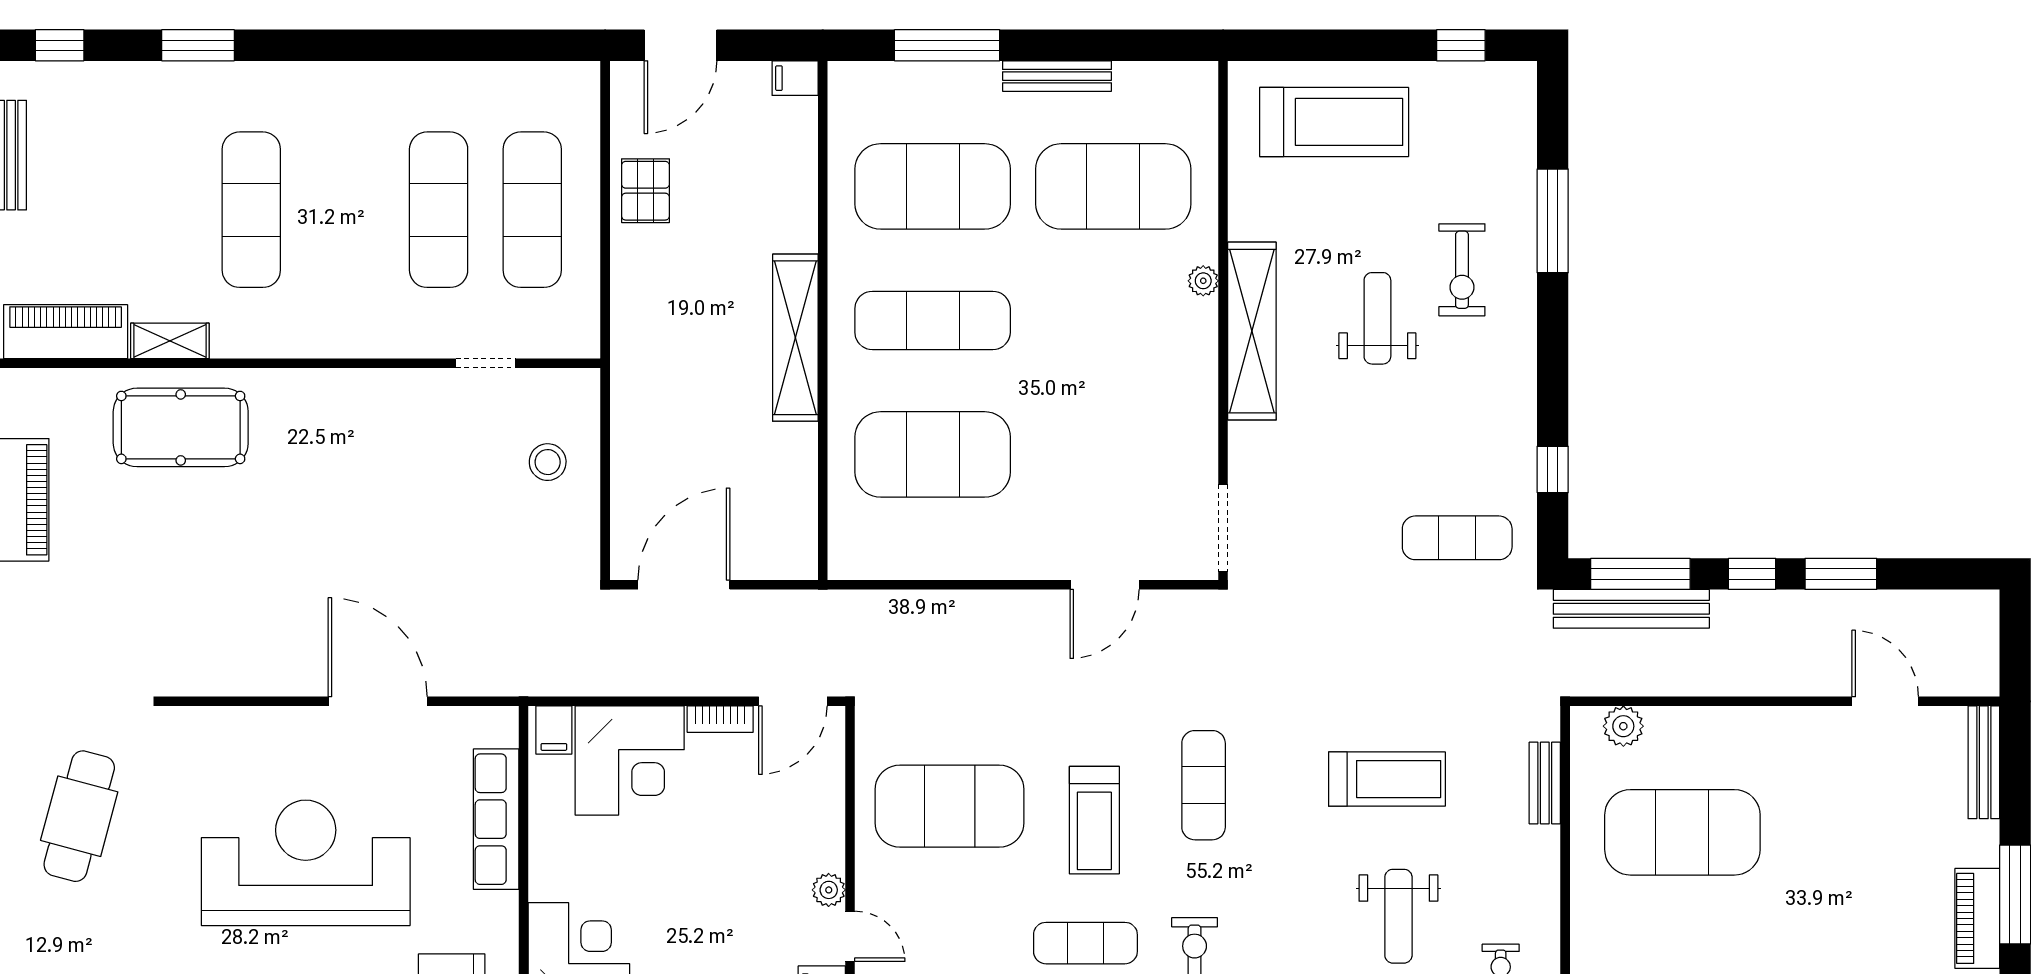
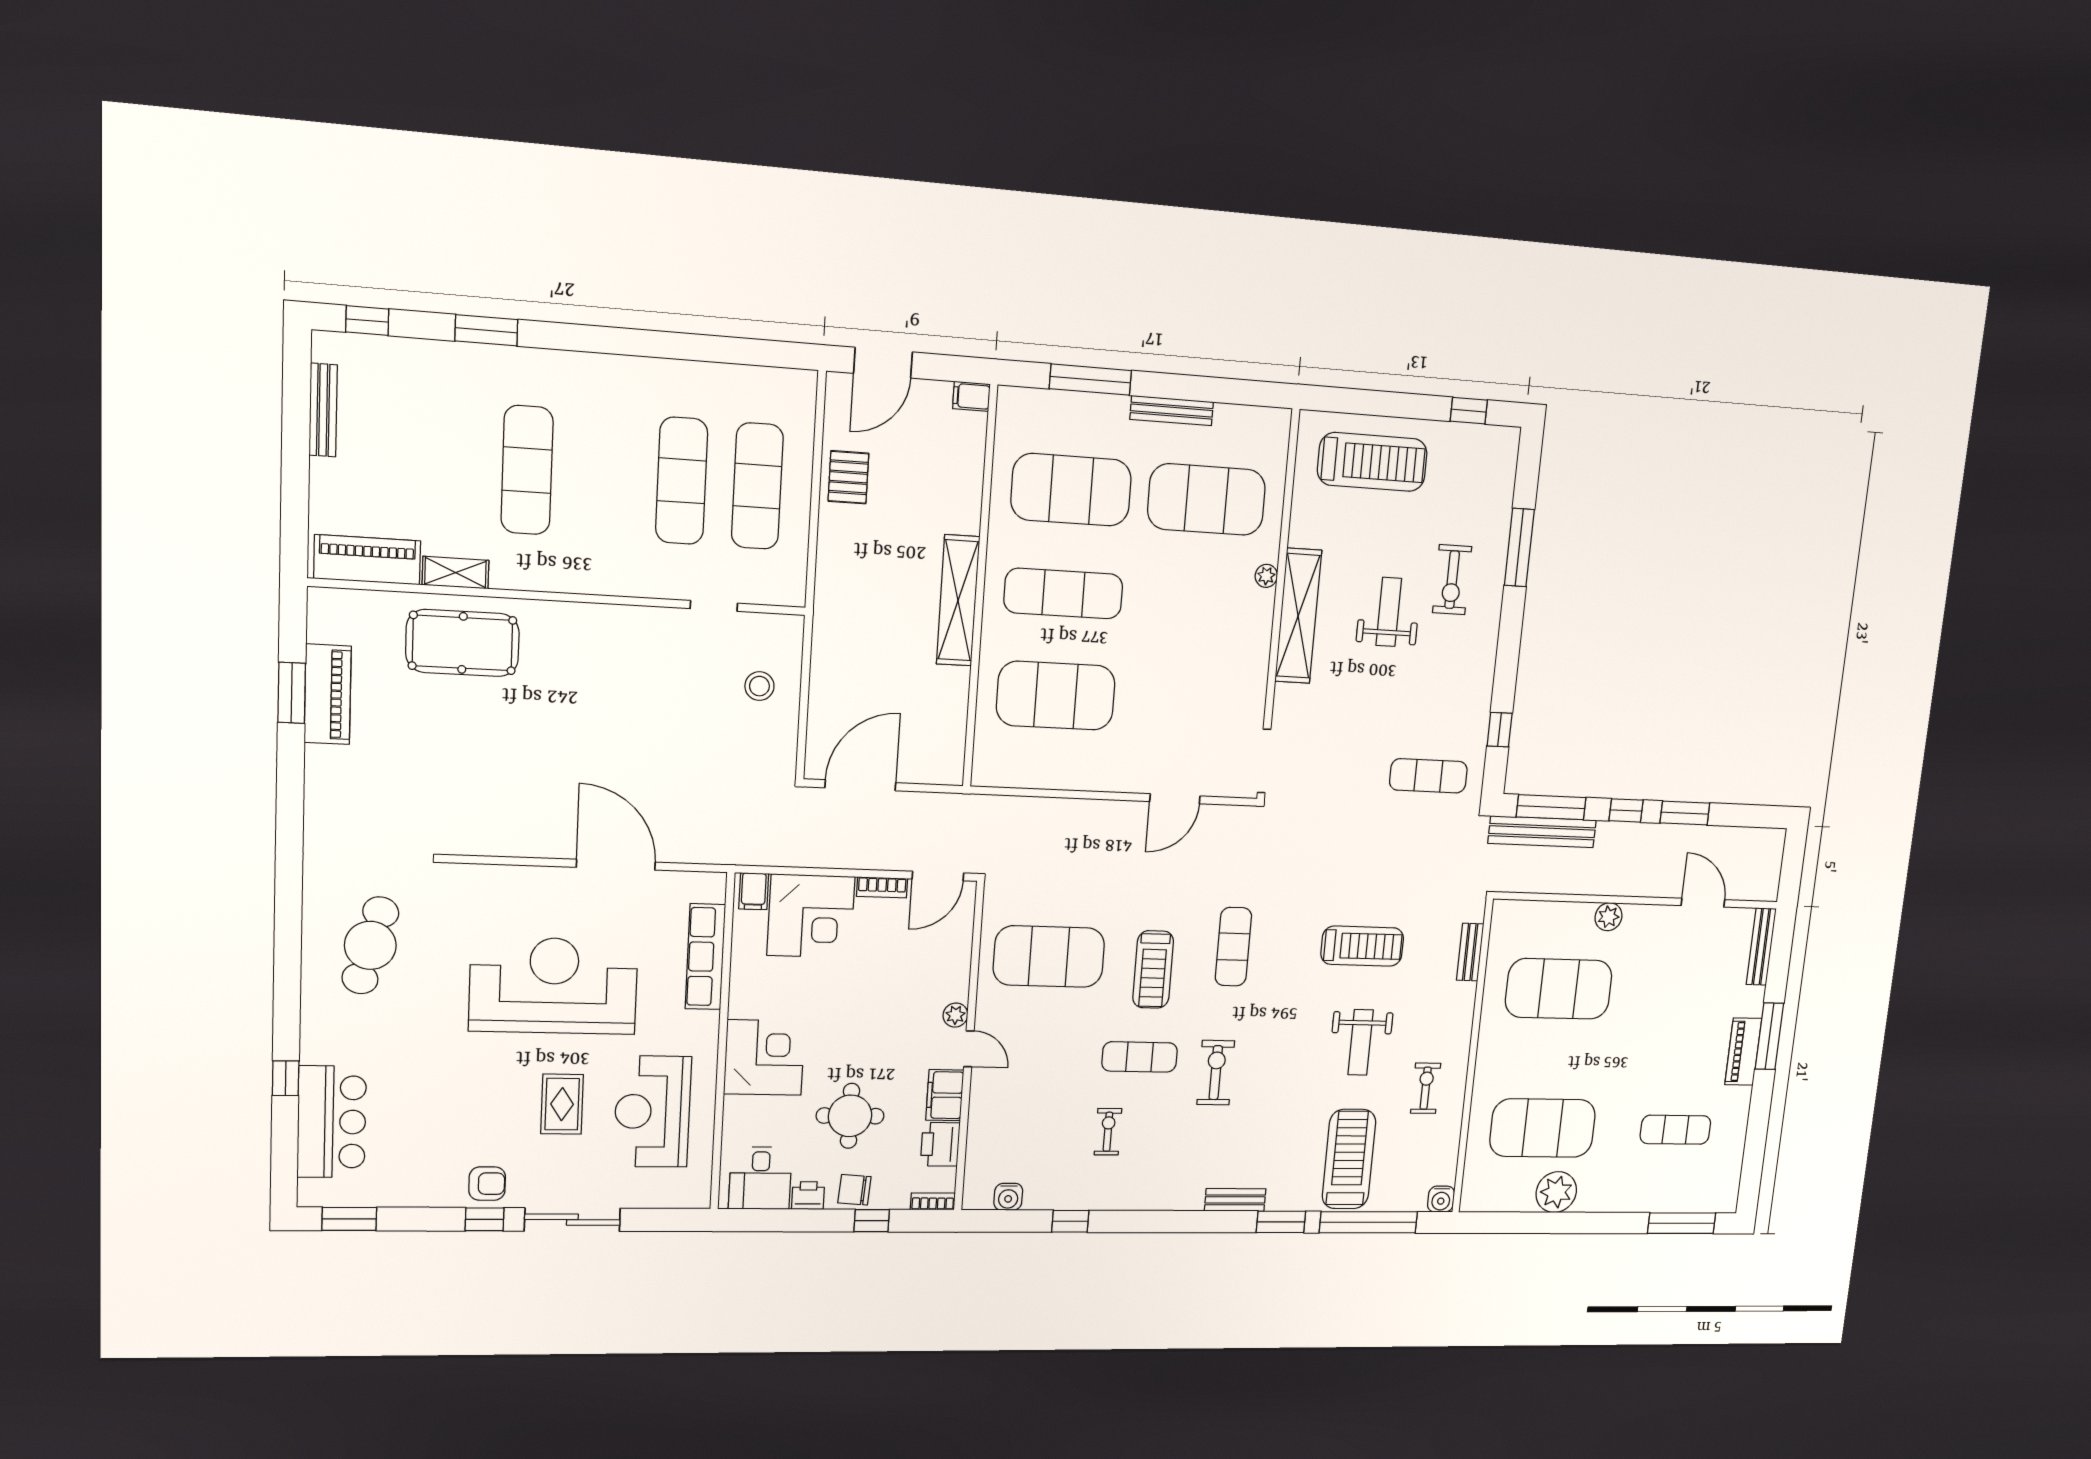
plant: (1623, 726) -> (1608, 917), moved

